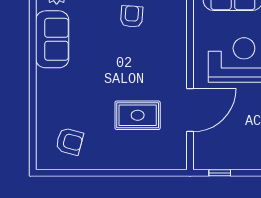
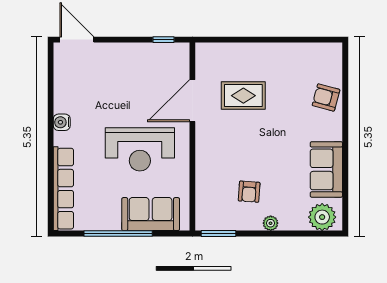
armchair: (69, 141) -> (326, 97), moved

